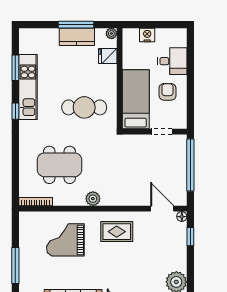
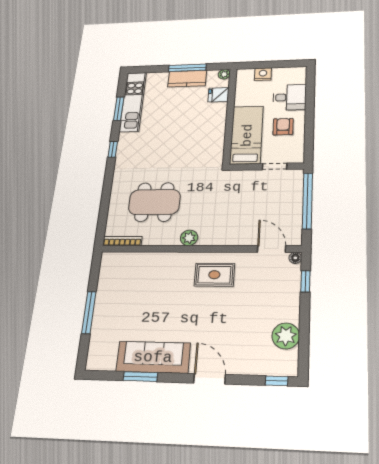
kitchen unit: (28, 87) -> (133, 102), moved
cafe table: (84, 107) -> (188, 144), removed
grand piano: (65, 240) -> (152, 284), removed

